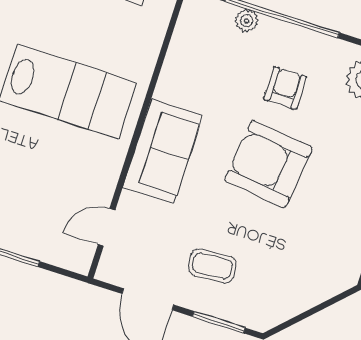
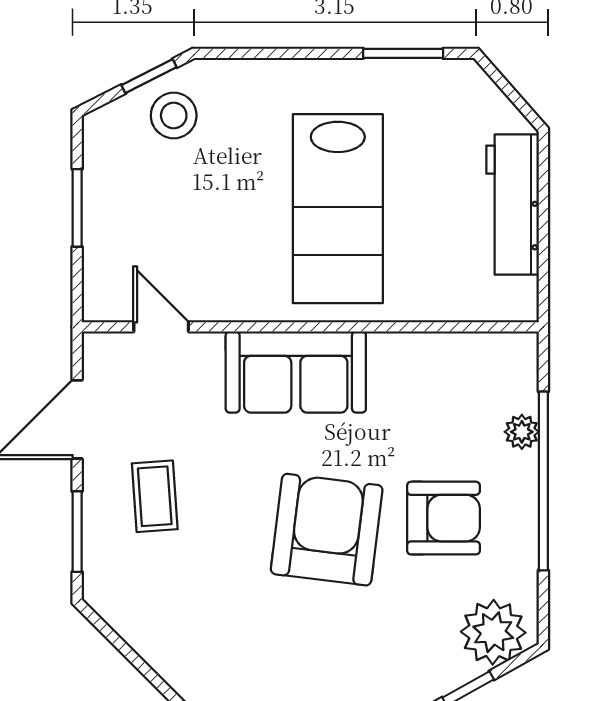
armchair: (285, 88) -> (443, 518), width x1.38, depth x1.38

